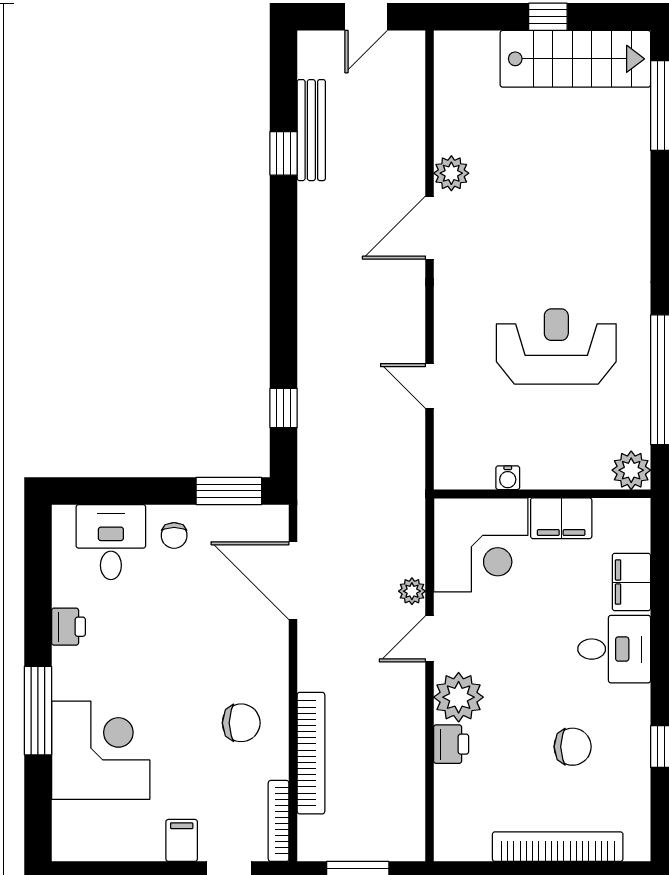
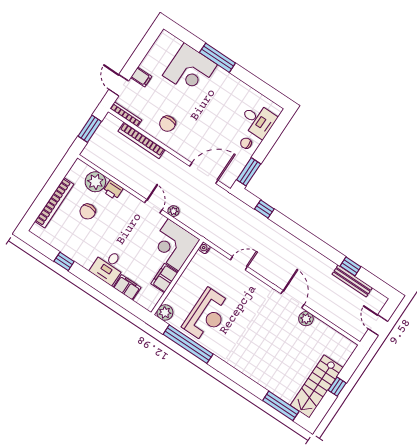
reception desk: (556, 346) -> (207, 315), moved
water cooler: (508, 478) -> (204, 248), moved
printer: (68, 627) -> (239, 87), removed
plant: (459, 697) -> (95, 182), moved
chair: (573, 747) -> (88, 212), moved

